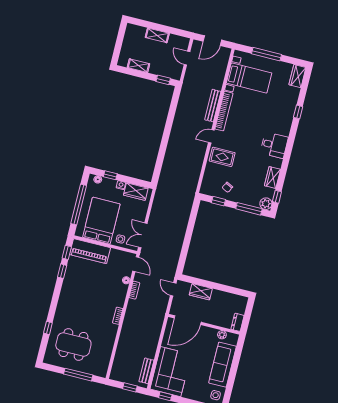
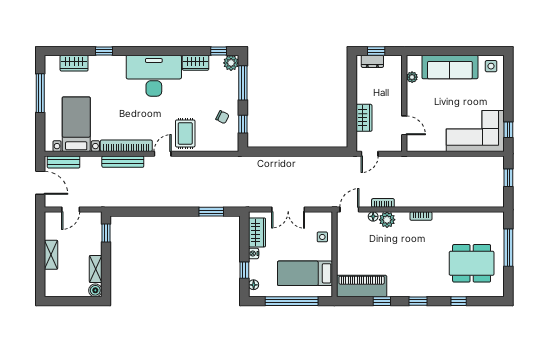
window: (267, 54) -> (40, 93), moved
boiler: (123, 61) -> (95, 290), added
wardrobe: (297, 76) -> (74, 63), moved
door: (211, 136) -> (163, 154), swing flipped
desk: (274, 145) -> (154, 76), width x1.87, depth x1.30
window: (160, 162) -> (211, 212), added
bed: (101, 221) -> (305, 273), width x0.67
double door: (143, 235) -> (288, 210), moved
piano: (90, 251) -> (362, 286), moved, turned -90
window: (67, 252) -> (418, 301), moved
plant: (121, 290) -> (387, 220), added
window: (248, 313) -> (376, 51), added
door: (188, 320) -> (404, 125), width x0.53
dresser: (237, 322) -> (372, 61), moved
dining table: (73, 344) -> (472, 263), turned 90
bench: (146, 371) -> (64, 162), moved

